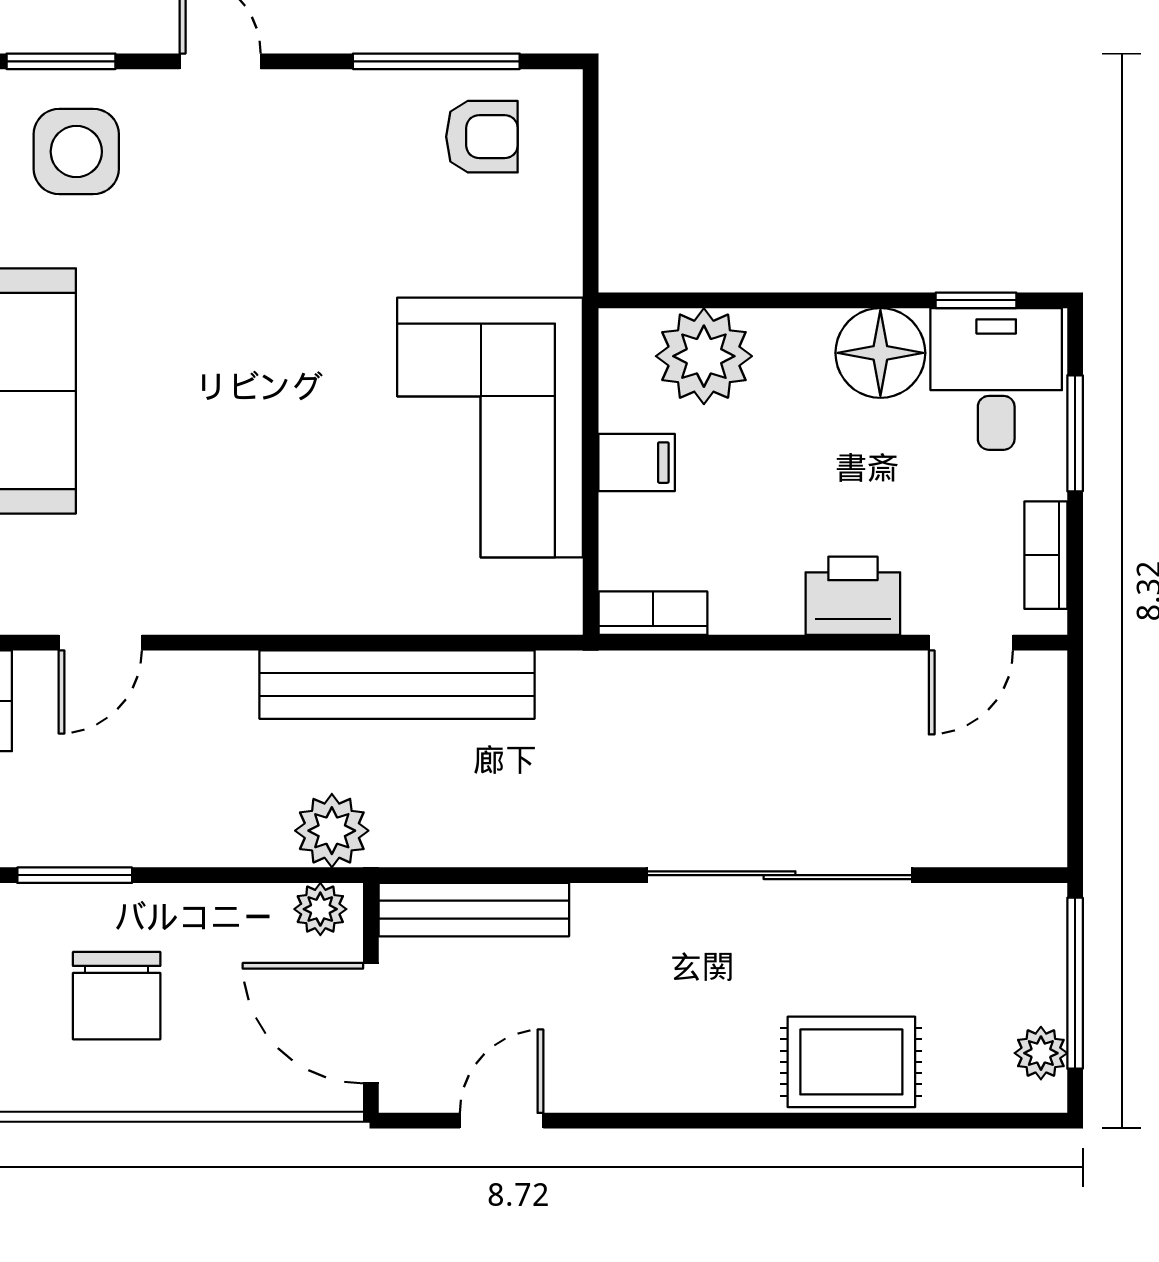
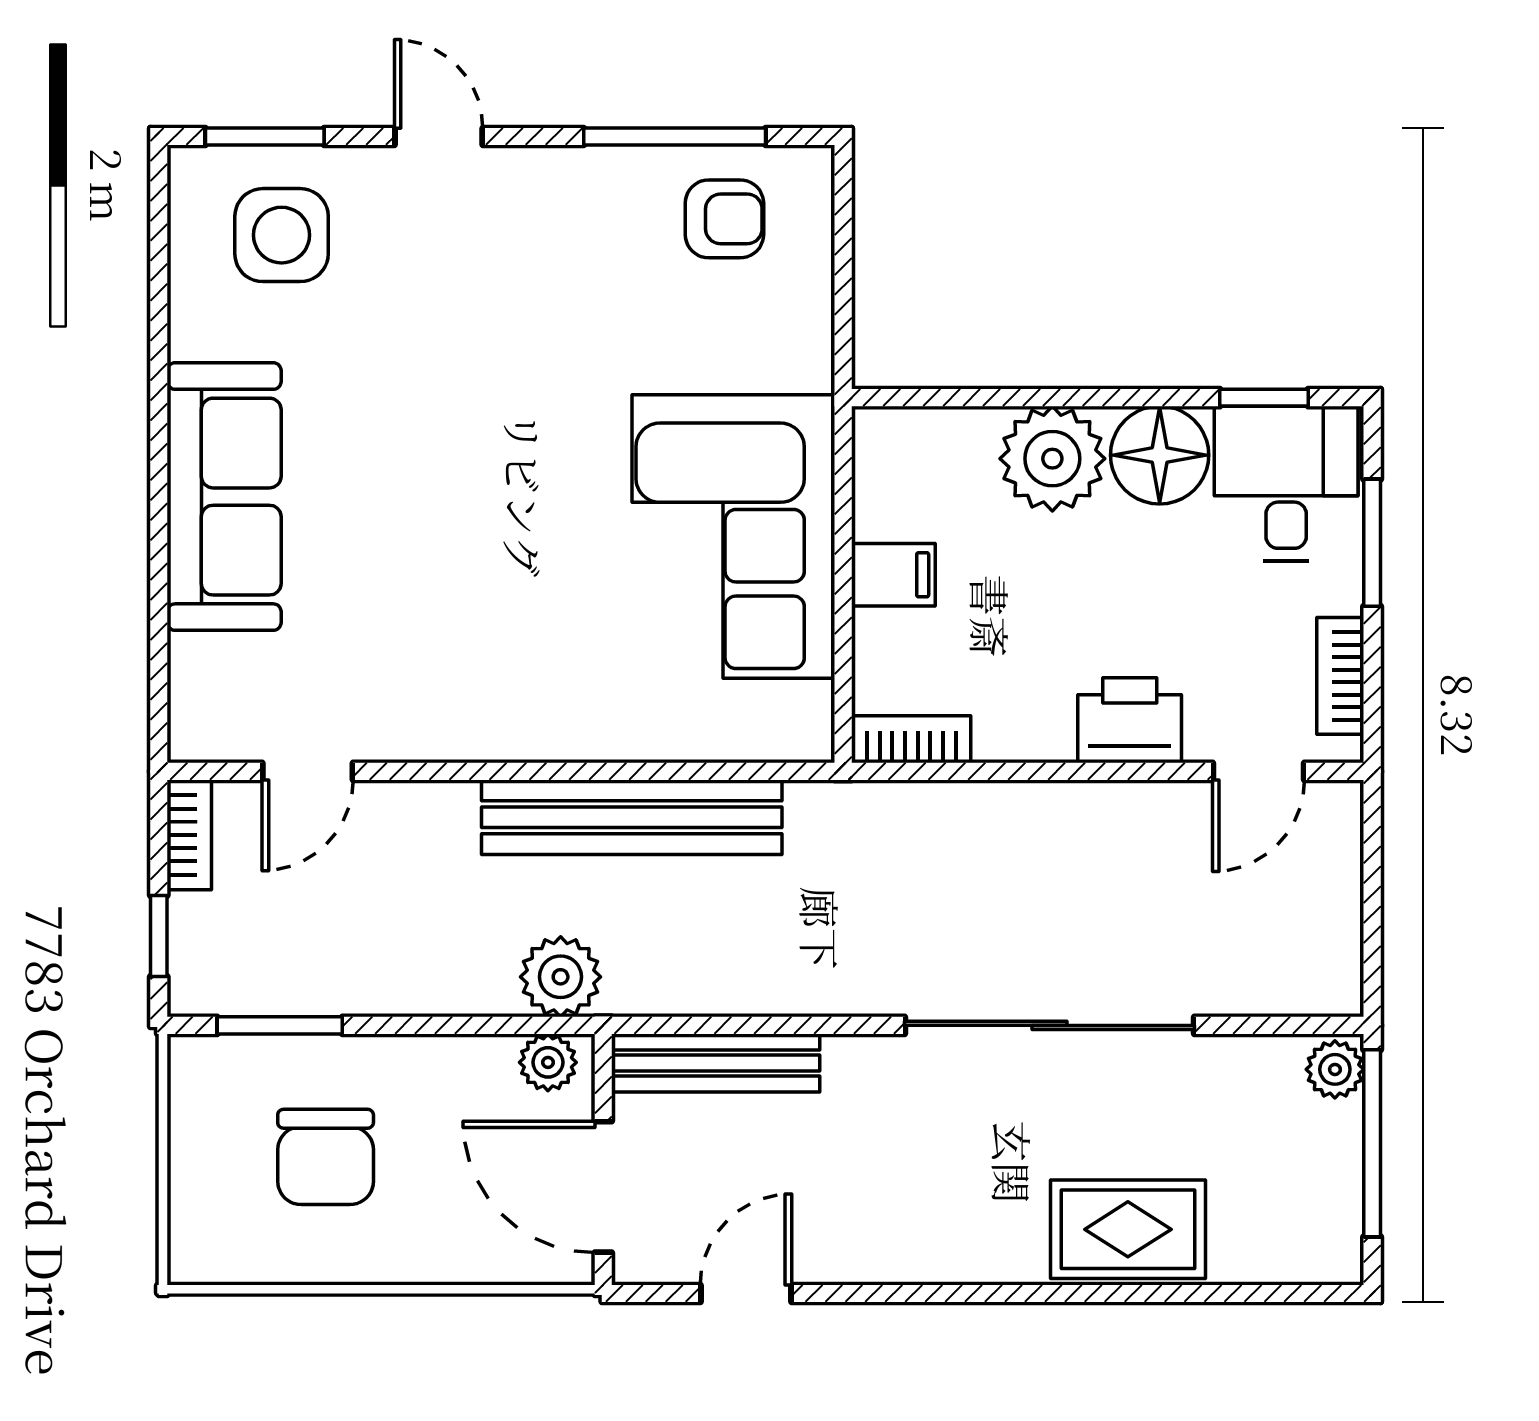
plant: (704, 356) -> (1052, 459), moved
plant: (1041, 1053) -> (1335, 1069), moved

